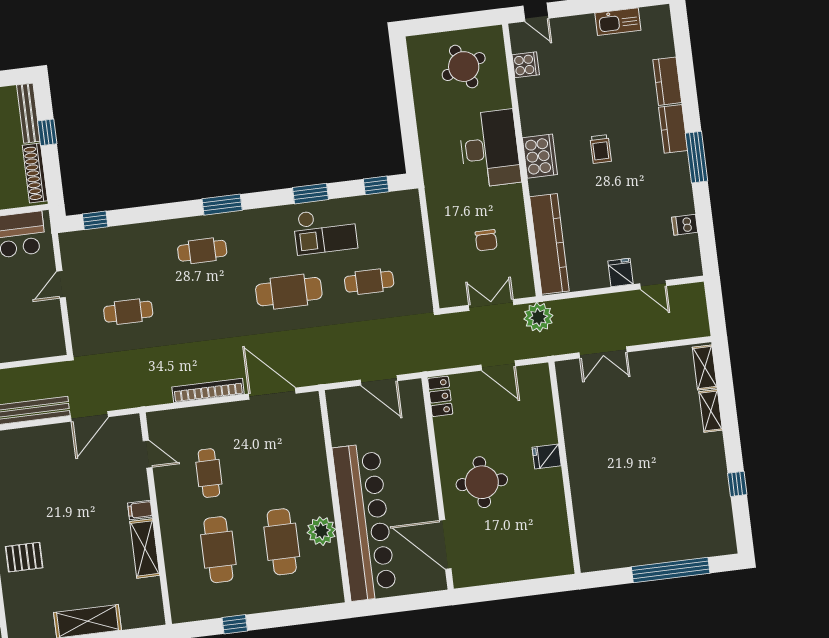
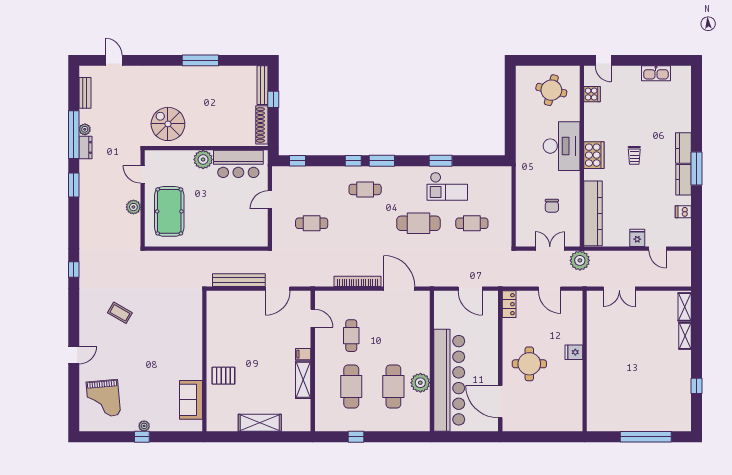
round table: (464, 67) -> (551, 90), turned 35
kitchen counter: (667, 81) -> (683, 180), moved
window: (376, 185) -> (353, 161), moved

